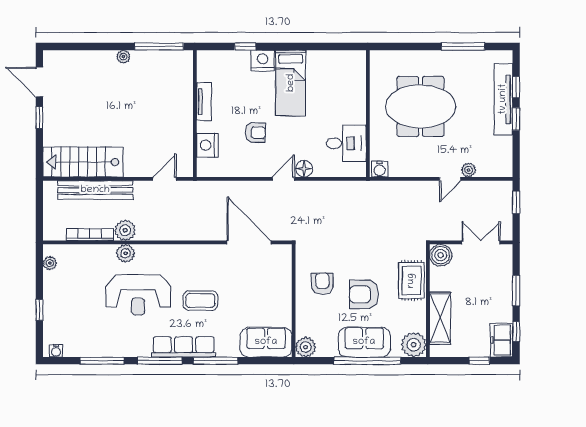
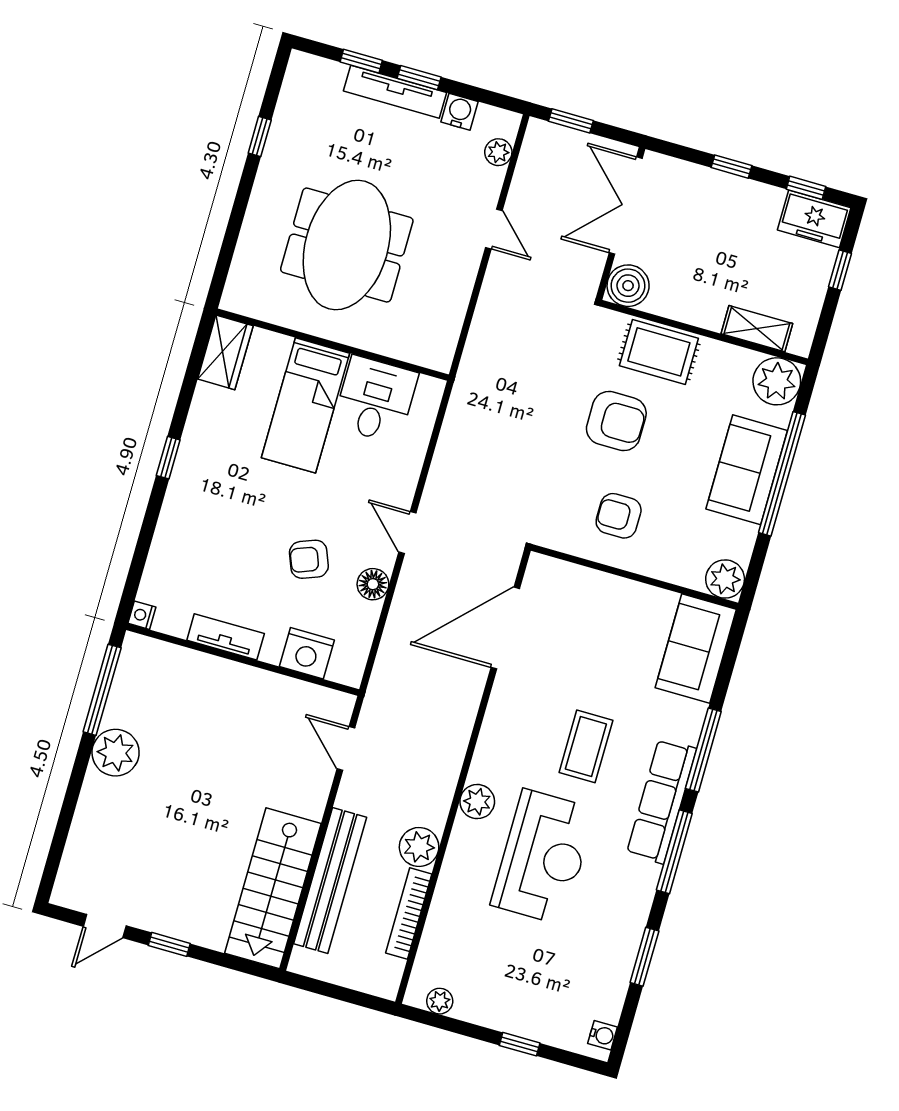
window: (245, 46) -> (168, 458), moved
window: (463, 46) -> (260, 137), width x0.46
plant: (123, 57) -> (116, 753), width x1.88, depth x1.88
wardrobe: (348, 60) -> (225, 352), added
nightstand: (263, 61) -> (142, 615), moved, width x0.53, depth x0.56
door: (39, 82) -> (105, 926), width x0.73
bed: (291, 83) -> (305, 405), moved, turned 90
tv unit: (503, 99) -> (395, 92), width x0.73, depth x0.78
armchair: (255, 133) -> (309, 559), turned -111
floor lamp: (304, 169) -> (373, 584), moved
water cooler: (380, 169) -> (459, 112), moved, turned -90
plant: (469, 170) -> (498, 152), moved
double door: (481, 242) -> (626, 206), width x1.37
plant: (126, 253) -> (477, 802), moved
window: (516, 291) -> (731, 167), width x0.67
armchair: (364, 294) -> (616, 421), moved, turned -90
shelving: (440, 318) -> (757, 329), width x0.67, depth x0.75
window: (102, 361) -> (644, 957), width x0.69

